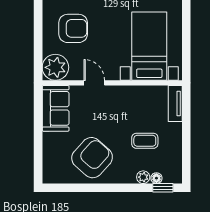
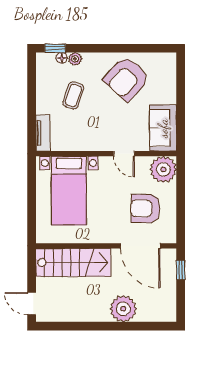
coffee table: (145, 141) -> (73, 95), turned -71

